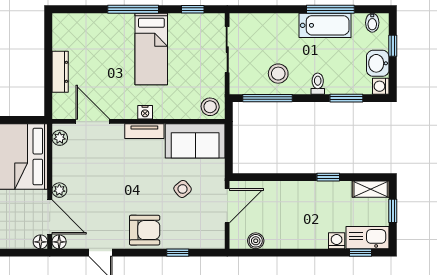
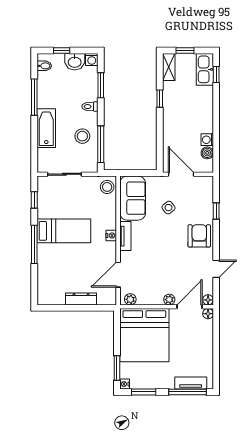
bathtub: (325, 25) -> (46, 128), moved
washing machine: (337, 241) -> (207, 140), moved

